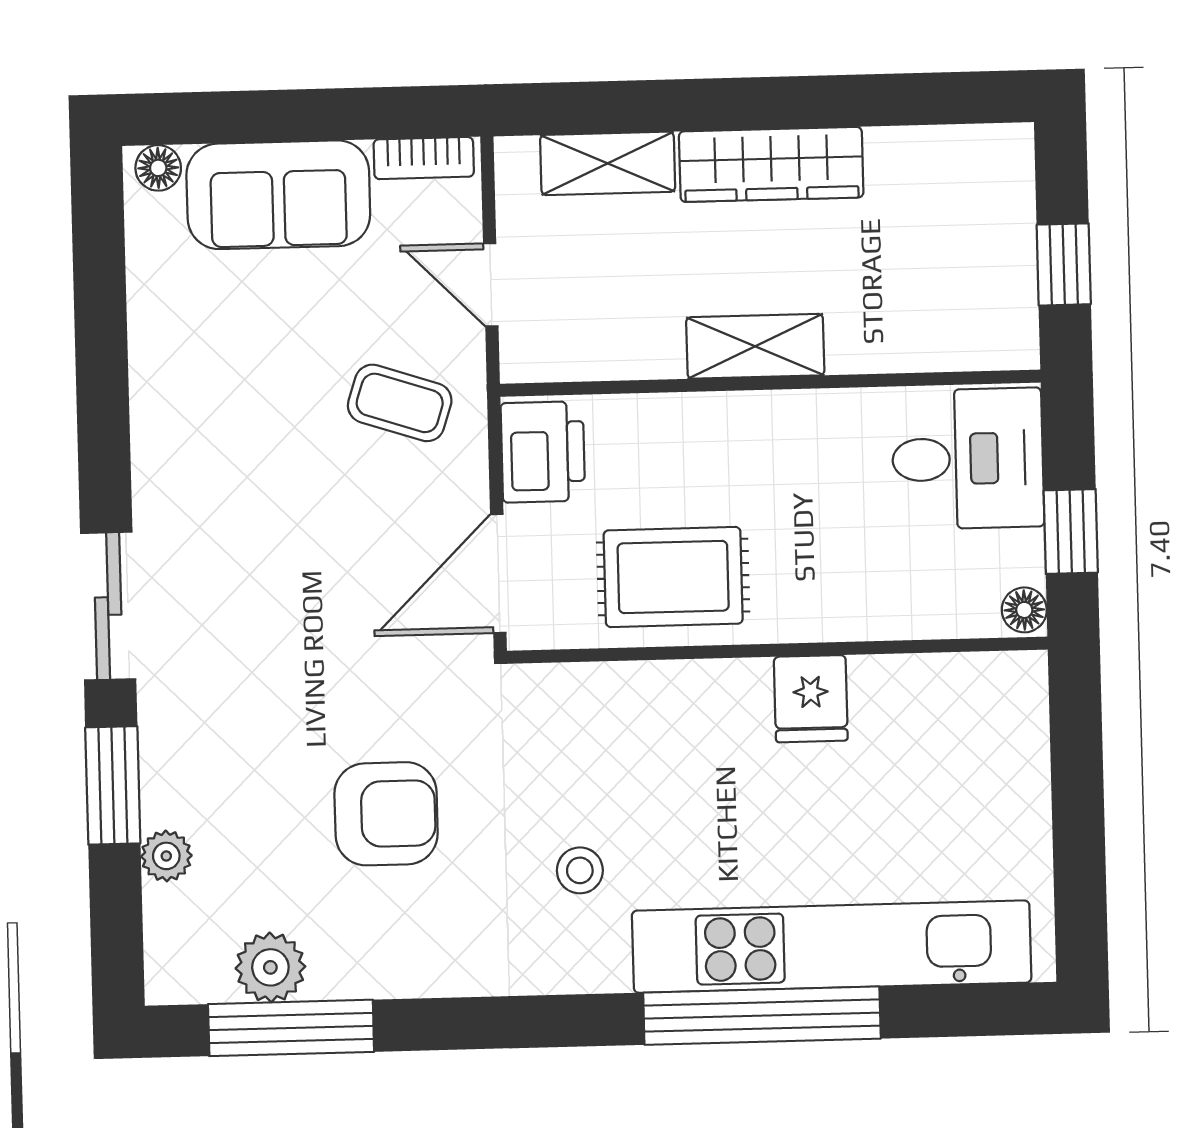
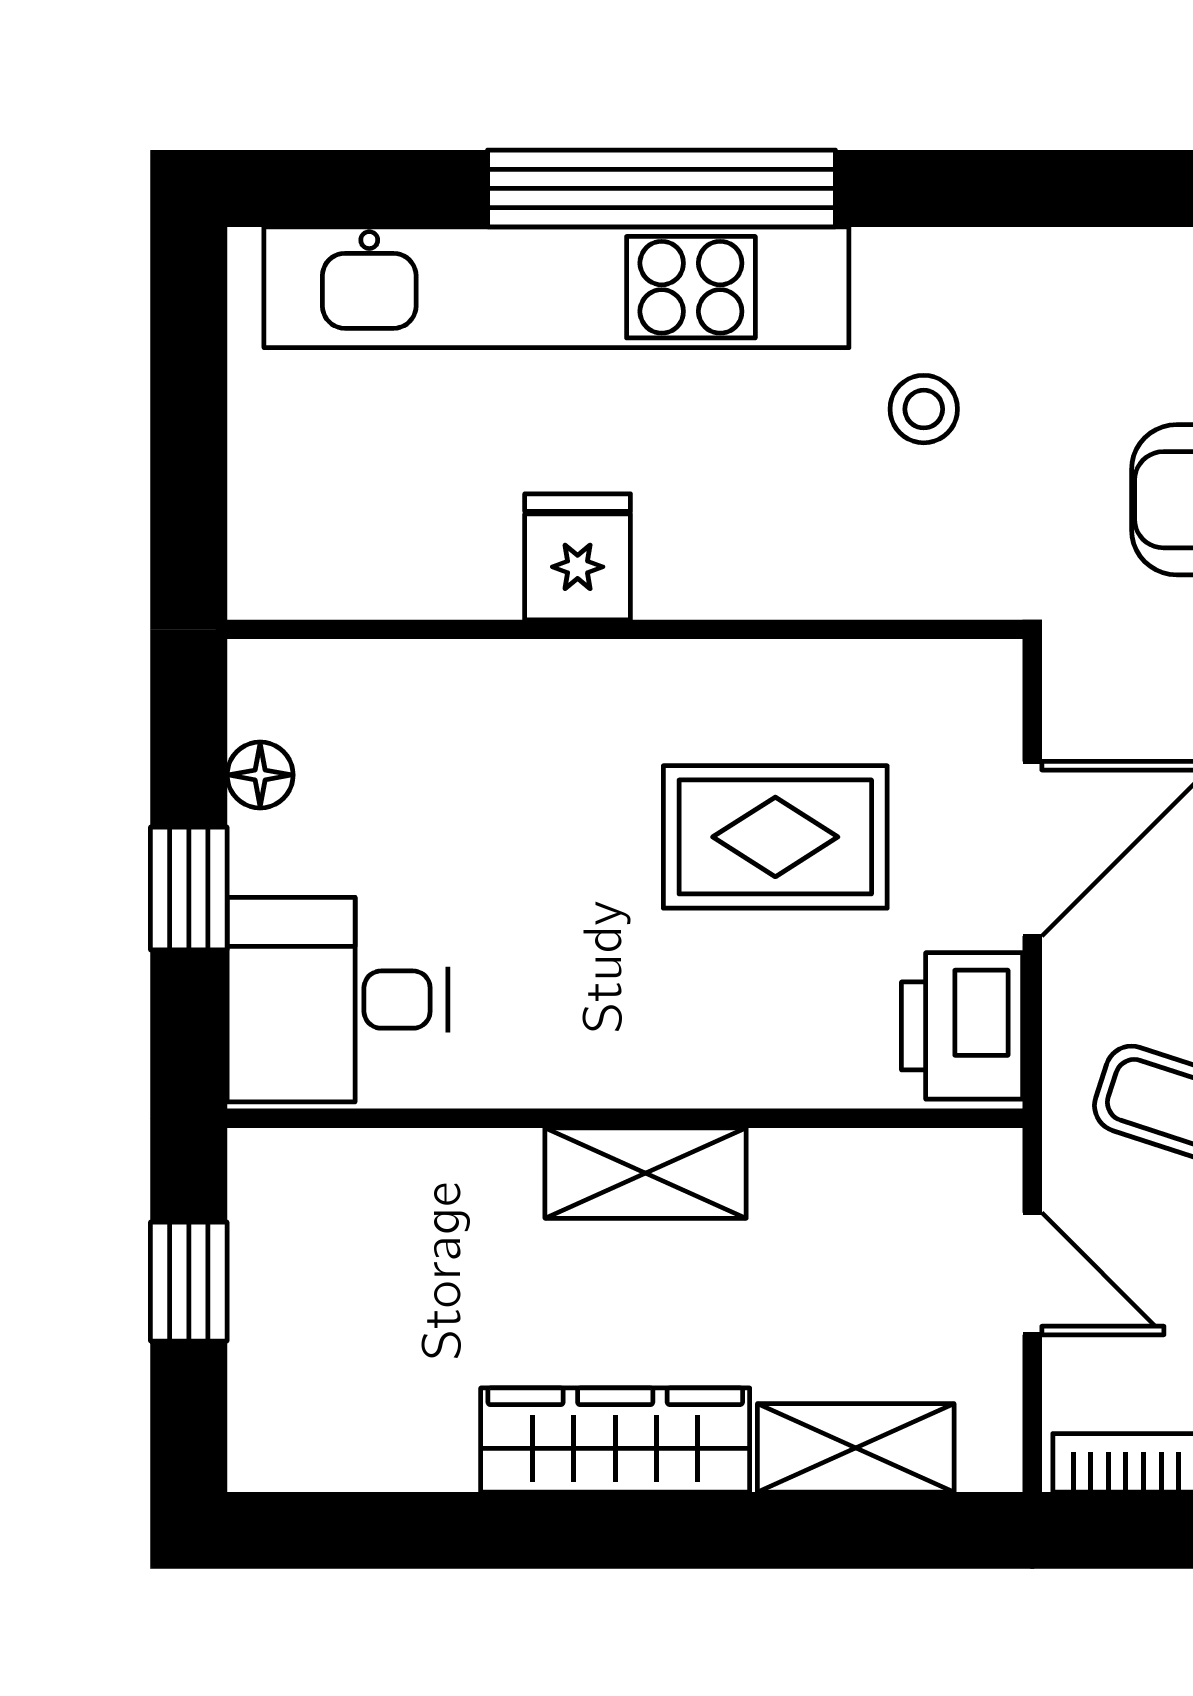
wall: (777, 650) -> (625, 629), moved
fridge: (811, 699) -> (578, 557), moved

